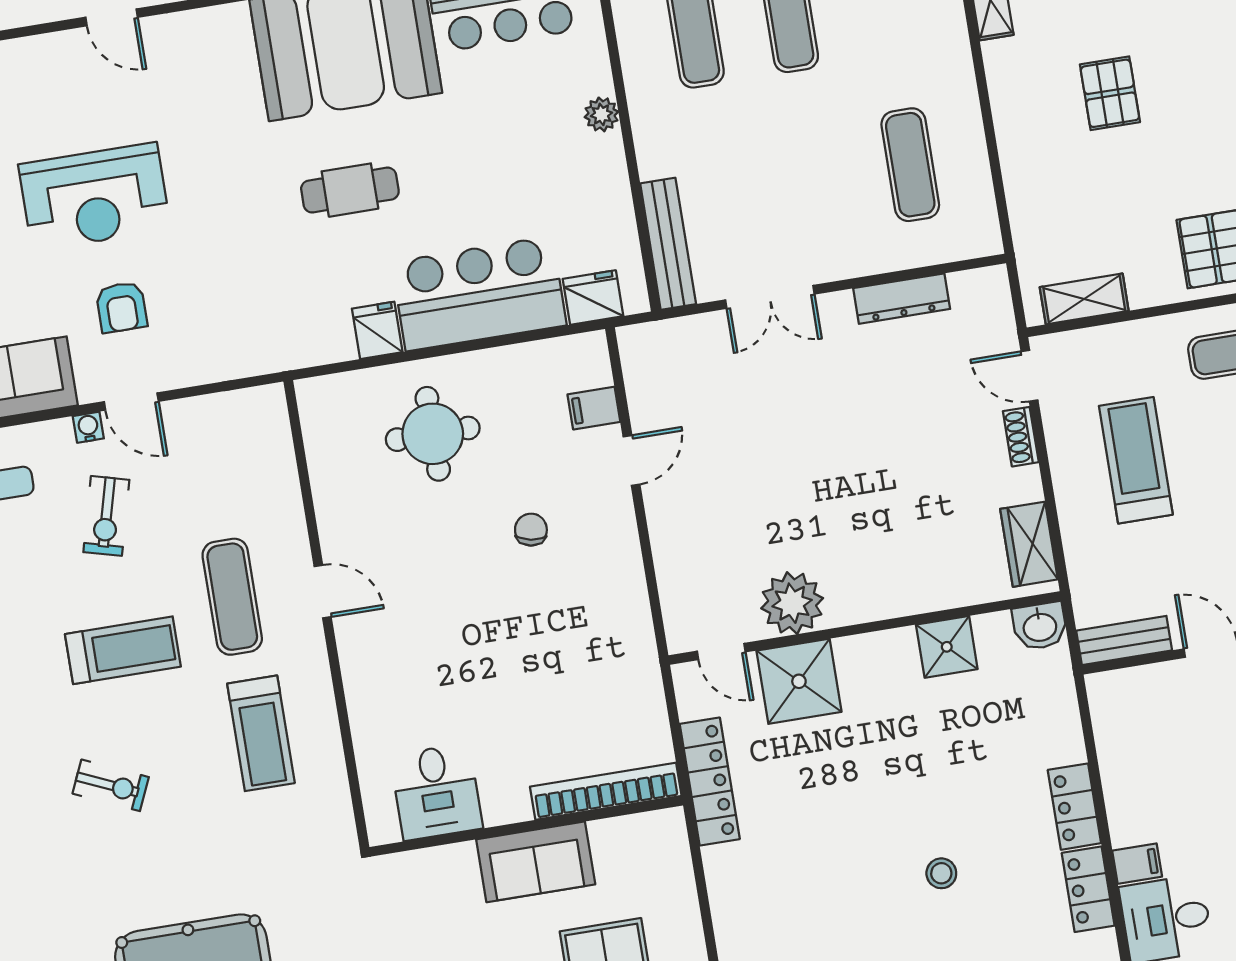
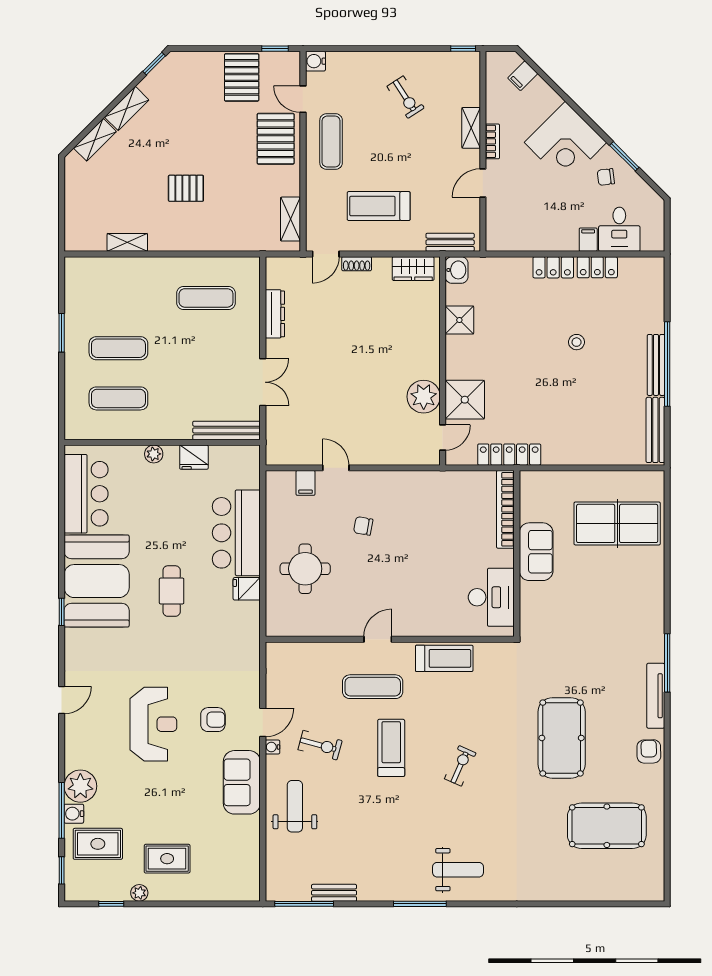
fridge: (593, 297) -> (194, 457), moved, turned -90
bench: (1124, 640) -> (450, 242), moved, turned 90
treadmill: (261, 733) -> (444, 658), moved
desk: (436, 792) -> (491, 597), width x1.37

